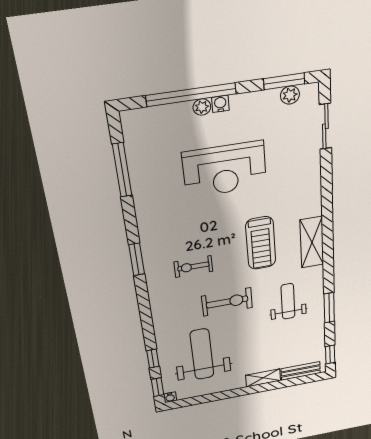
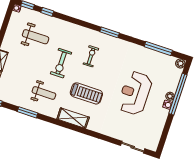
window: (284, 81) -> (164, 137), removed
plant: (290, 95) -> (180, 63), moved
treadmill: (261, 243) -> (86, 93), turned 180
weight bench: (202, 354) -> (36, 37), width x0.73, depth x0.75

